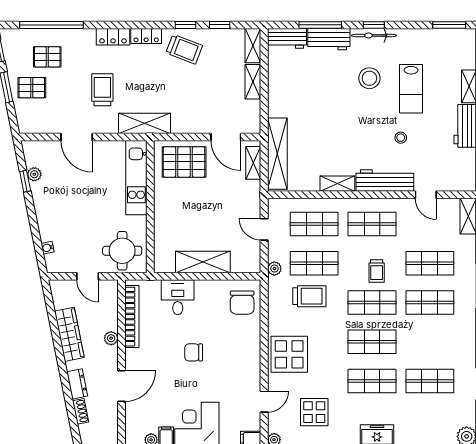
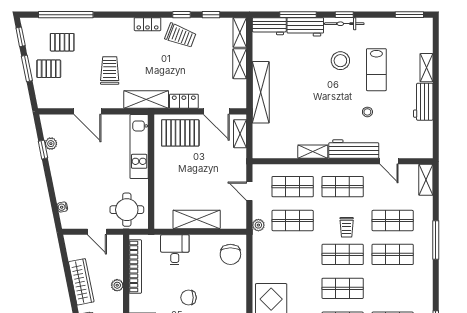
locker: (113, 37) -> (184, 101), moved, turned 180
shelving: (277, 154) -> (261, 92), moved
trolley: (309, 296) -> (288, 249), removed

